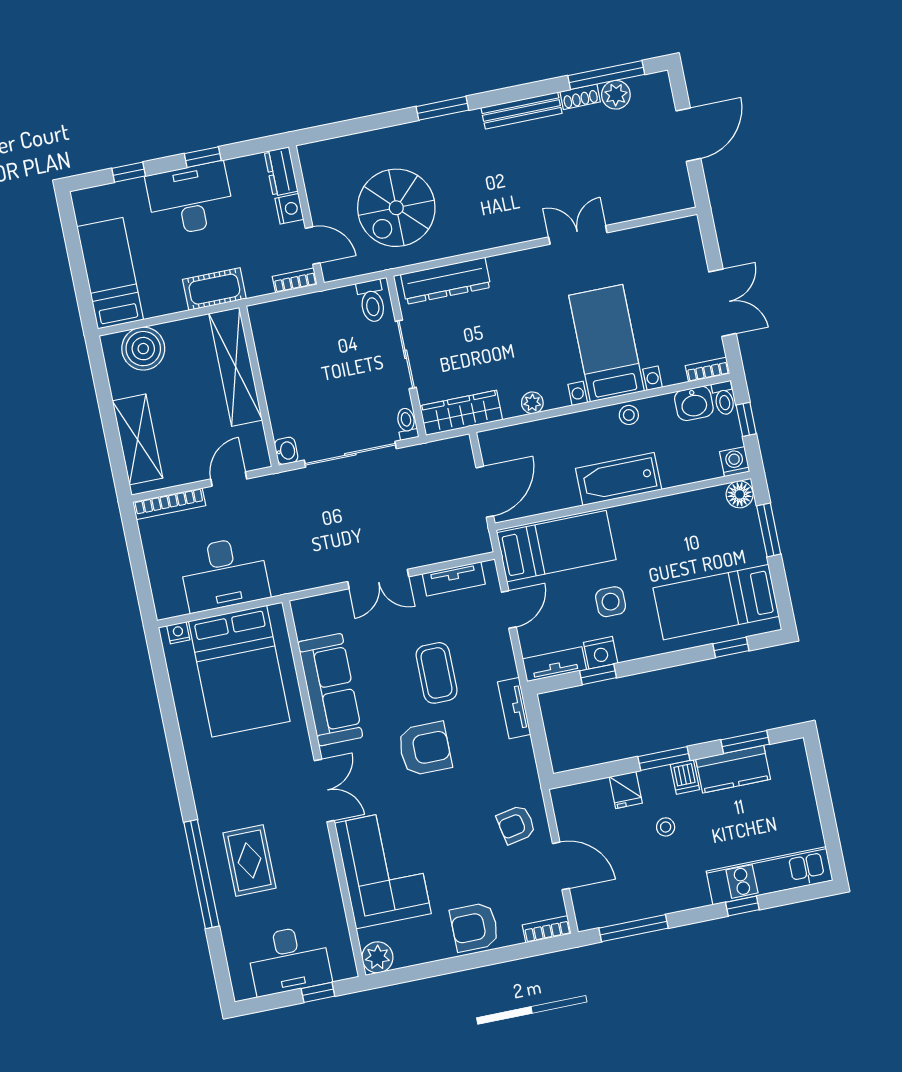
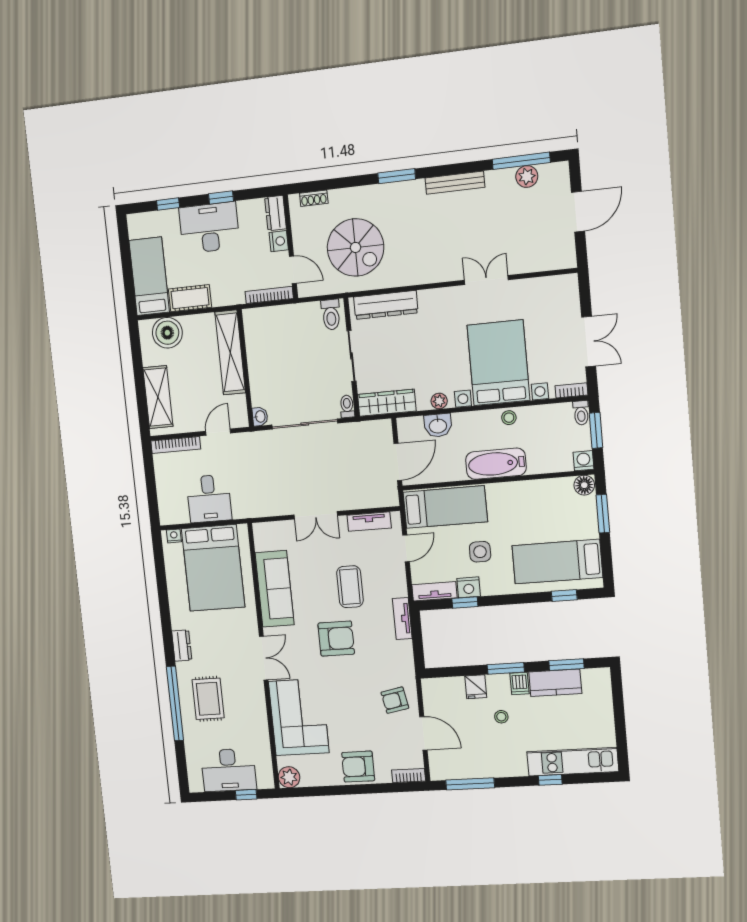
shoe rack: (580, 97) -> (314, 198), moved
spiral stairs: (396, 208) -> (355, 247), turned -90
bookcase: (295, 280) -> (269, 295), width x1.56
cot: (214, 289) -> (190, 298), moved
bed with nightstands: (606, 343) -> (498, 363), width x1.36
washbasin: (694, 403) -> (438, 425), moved
window: (746, 419) -> (596, 430), width x1.50
desk: (224, 574) -> (209, 499), width x0.73
dresser: (204, 789) -> (182, 646), added

